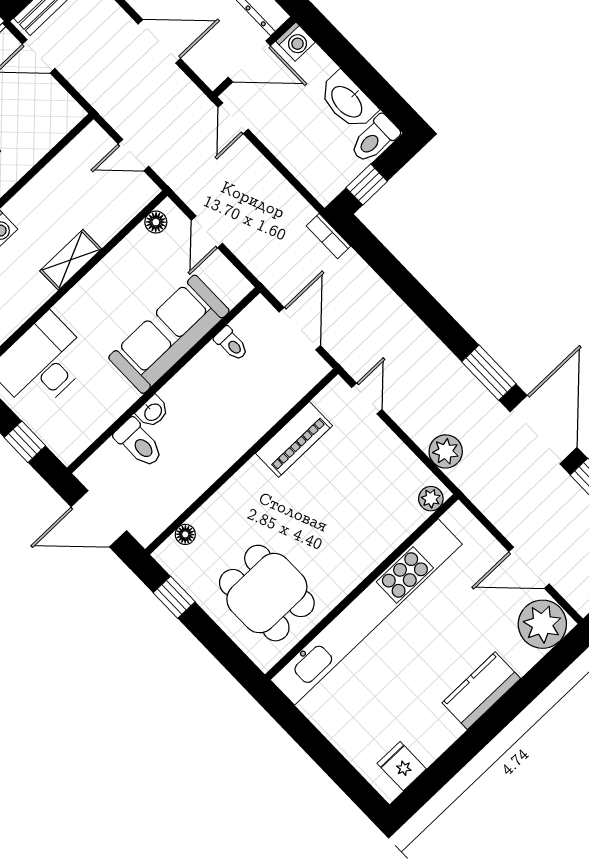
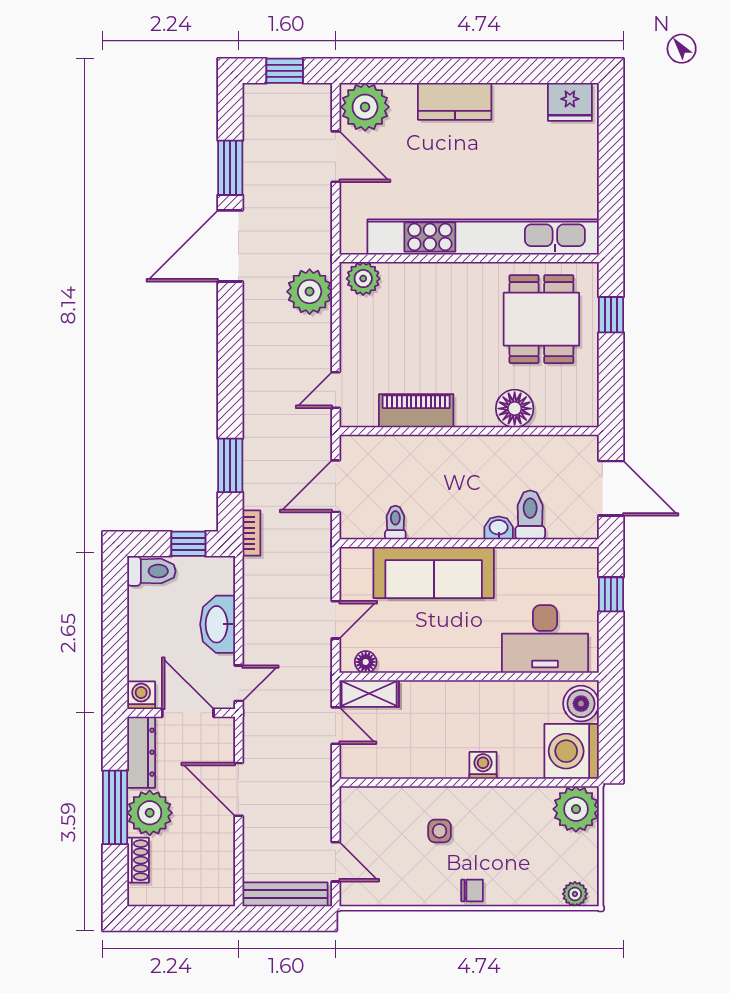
washbasin: (348, 101) -> (218, 624), moved, turned 180
shelving: (71, 260) -> (369, 694), moved
window: (489, 373) -> (230, 465), moved
plant: (446, 451) -> (310, 292), width x1.36, depth x1.36
plant: (431, 499) -> (363, 279), width x1.38, depth x1.38
floor lamp: (185, 534) -> (515, 409), moved, width x1.89, depth x1.89
window: (174, 597) -> (611, 315), moved
fridge: (402, 766) -> (570, 102), width x1.38

